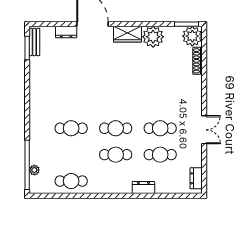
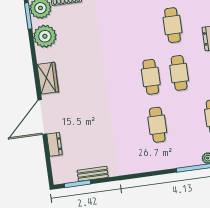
plant: (153, 37) -> (45, 36), moved
bench: (34, 42) -> (93, 174), moved
cafe table: (160, 128) -> (144, 29), removed

